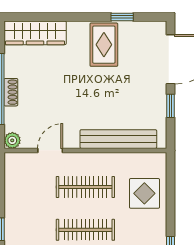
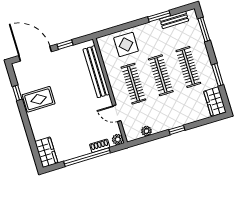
wardrobe: (35, 33) -> (46, 152), width x0.67
shoe rack: (11, 92) -> (100, 146), moved
plant: (12, 185) -> (146, 131), added

